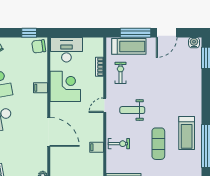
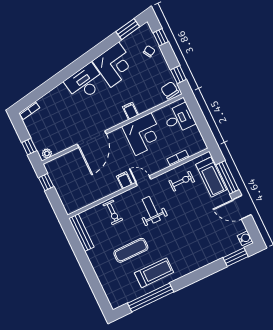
desk: (66, 50) -> (179, 118), width x0.73
treadmill: (187, 133) -> (154, 273), turned 180
filing cabinet: (97, 147) -> (124, 180), moved

